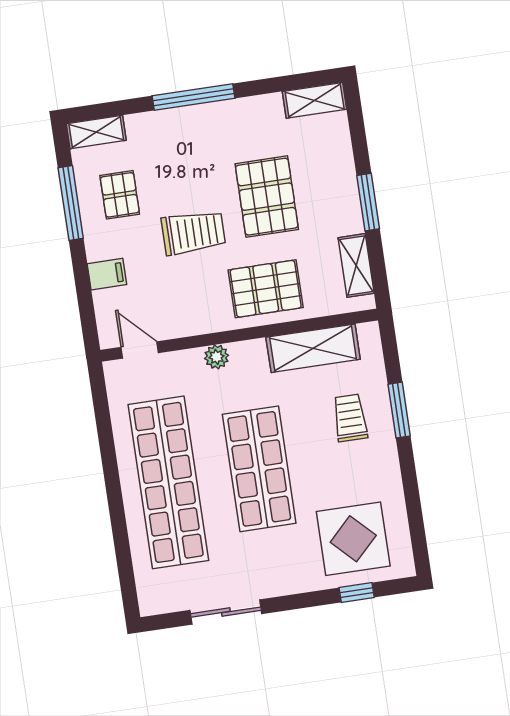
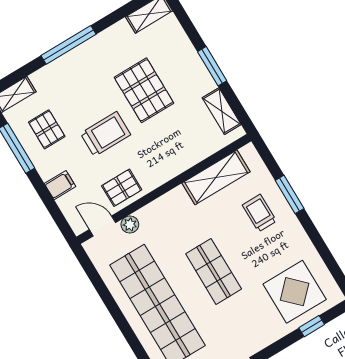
pallet: (266, 289) -> (122, 188), moved, width x0.67, depth x0.71
plant: (217, 357) -> (130, 225), moved
shop shelf: (259, 469) -> (214, 271), width x0.70, depth x0.74

